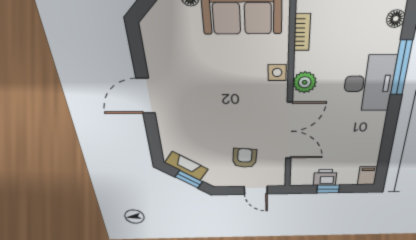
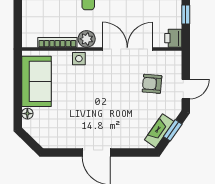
bookcase: (302, 32) -> (57, 42), width x1.56
printer: (325, 178) -> (173, 38), moved
door: (256, 190) -> (186, 89), moved

